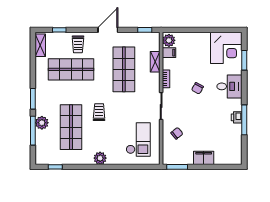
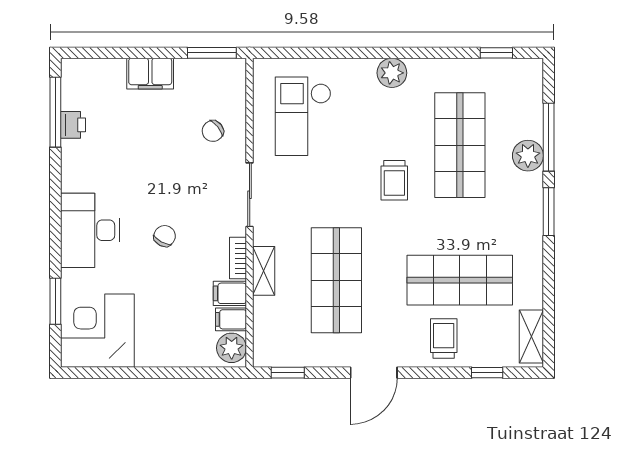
shelving: (155, 62) -> (264, 271), moved
filing cabinet: (170, 64) -> (230, 293), added
desk: (229, 86) -> (90, 230), width x1.37
printer: (237, 117) -> (73, 125), moved
window: (244, 120) -> (55, 112), moved

